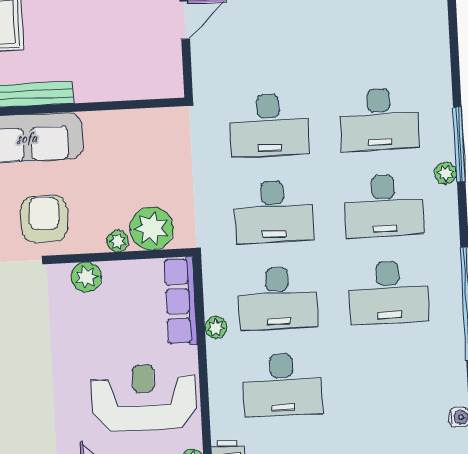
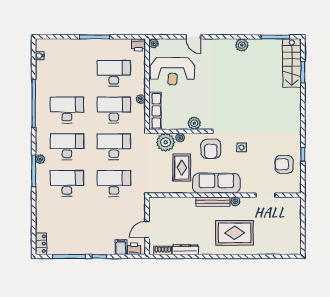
rug: (110, 171) -> (182, 168), added

